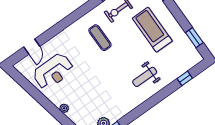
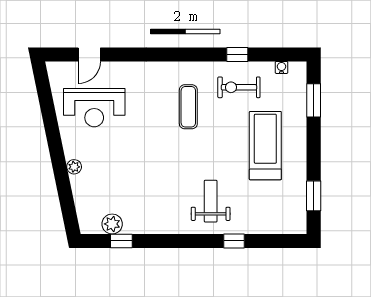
weight bench: (145, 77) -> (211, 201), turned 90
window: (185, 78) -> (234, 241), moved

